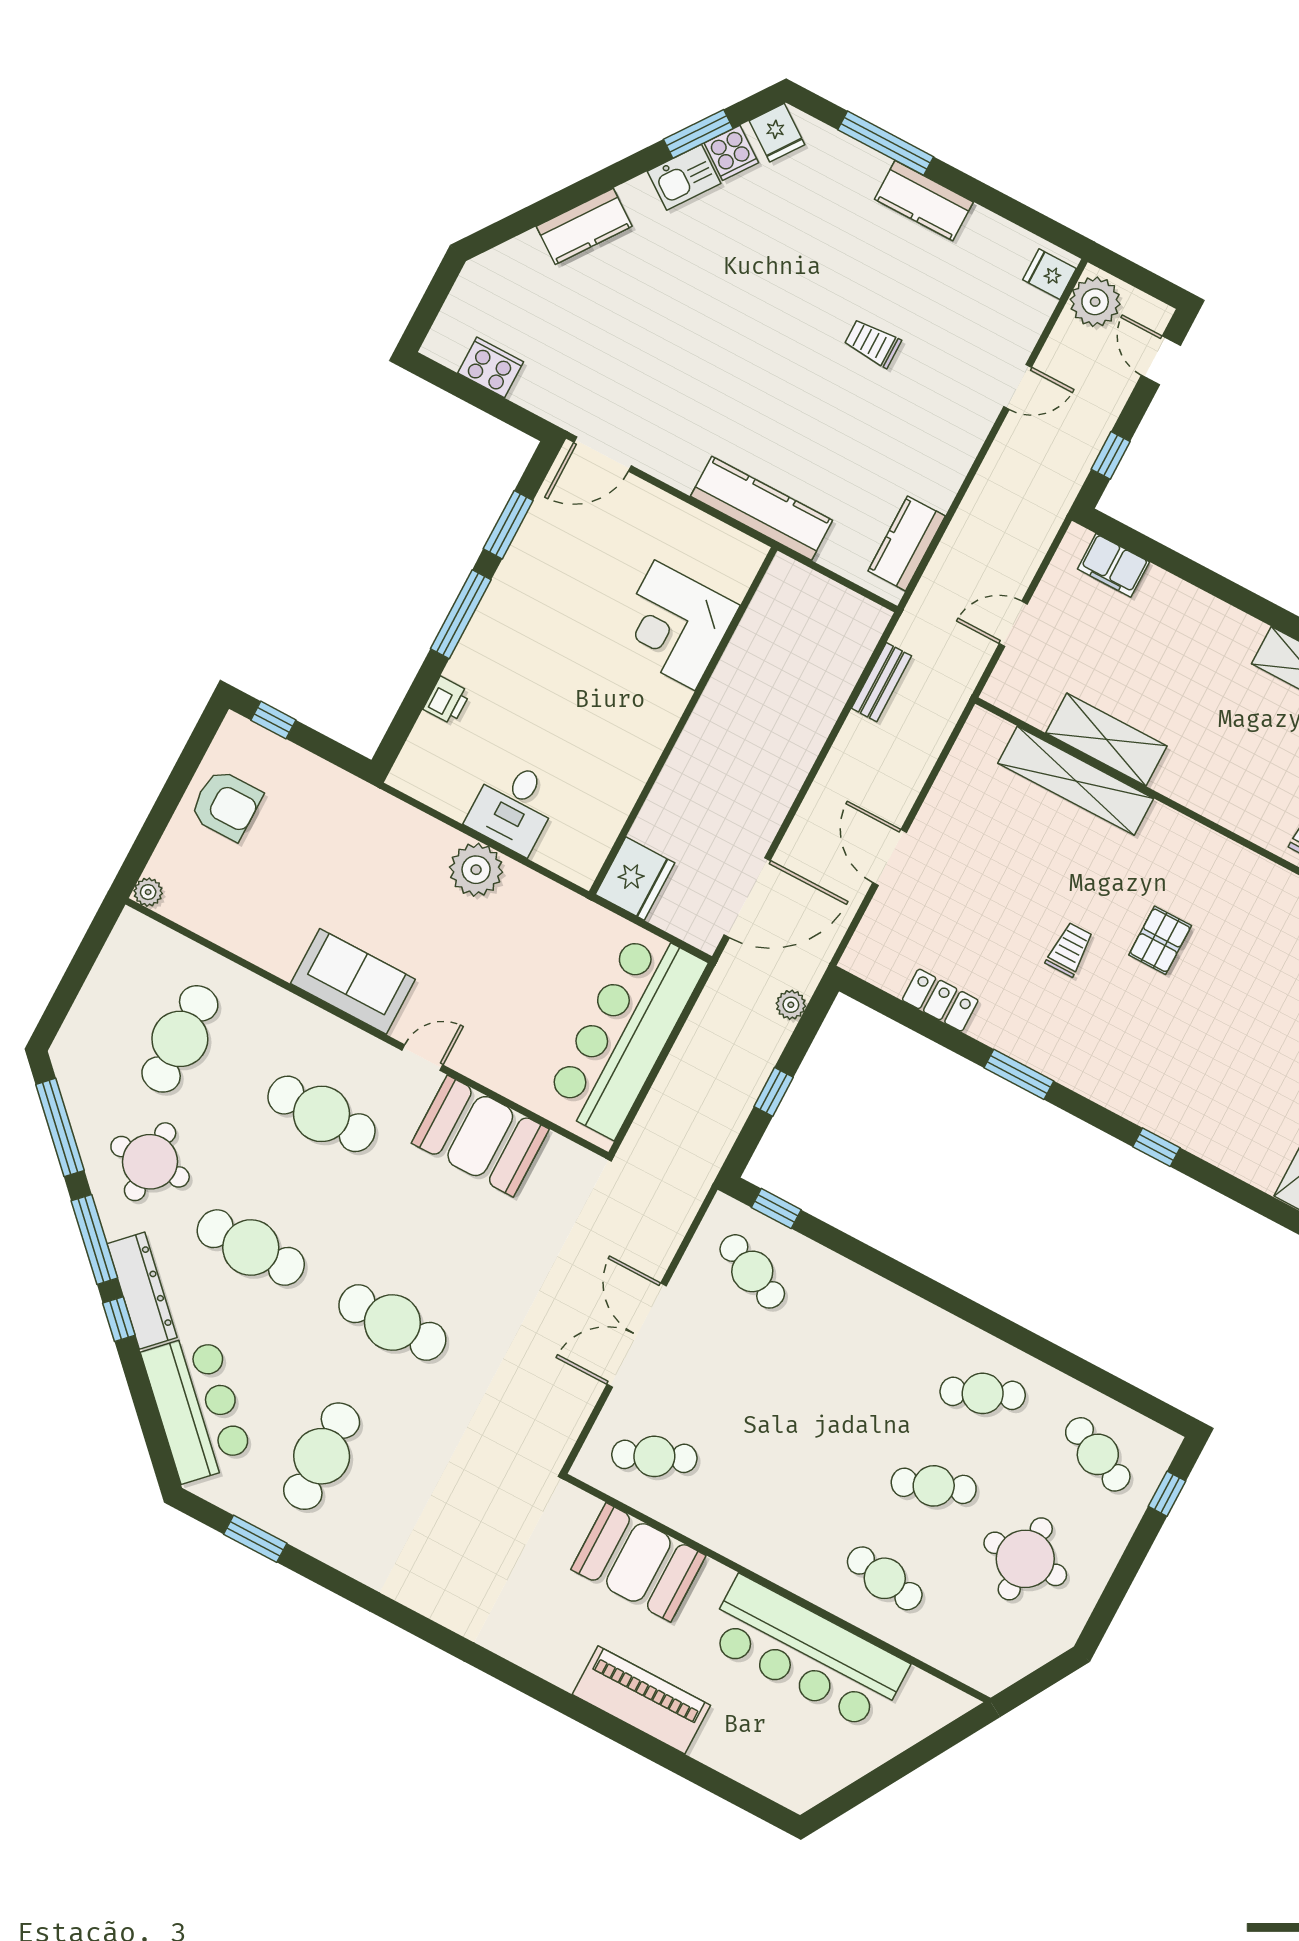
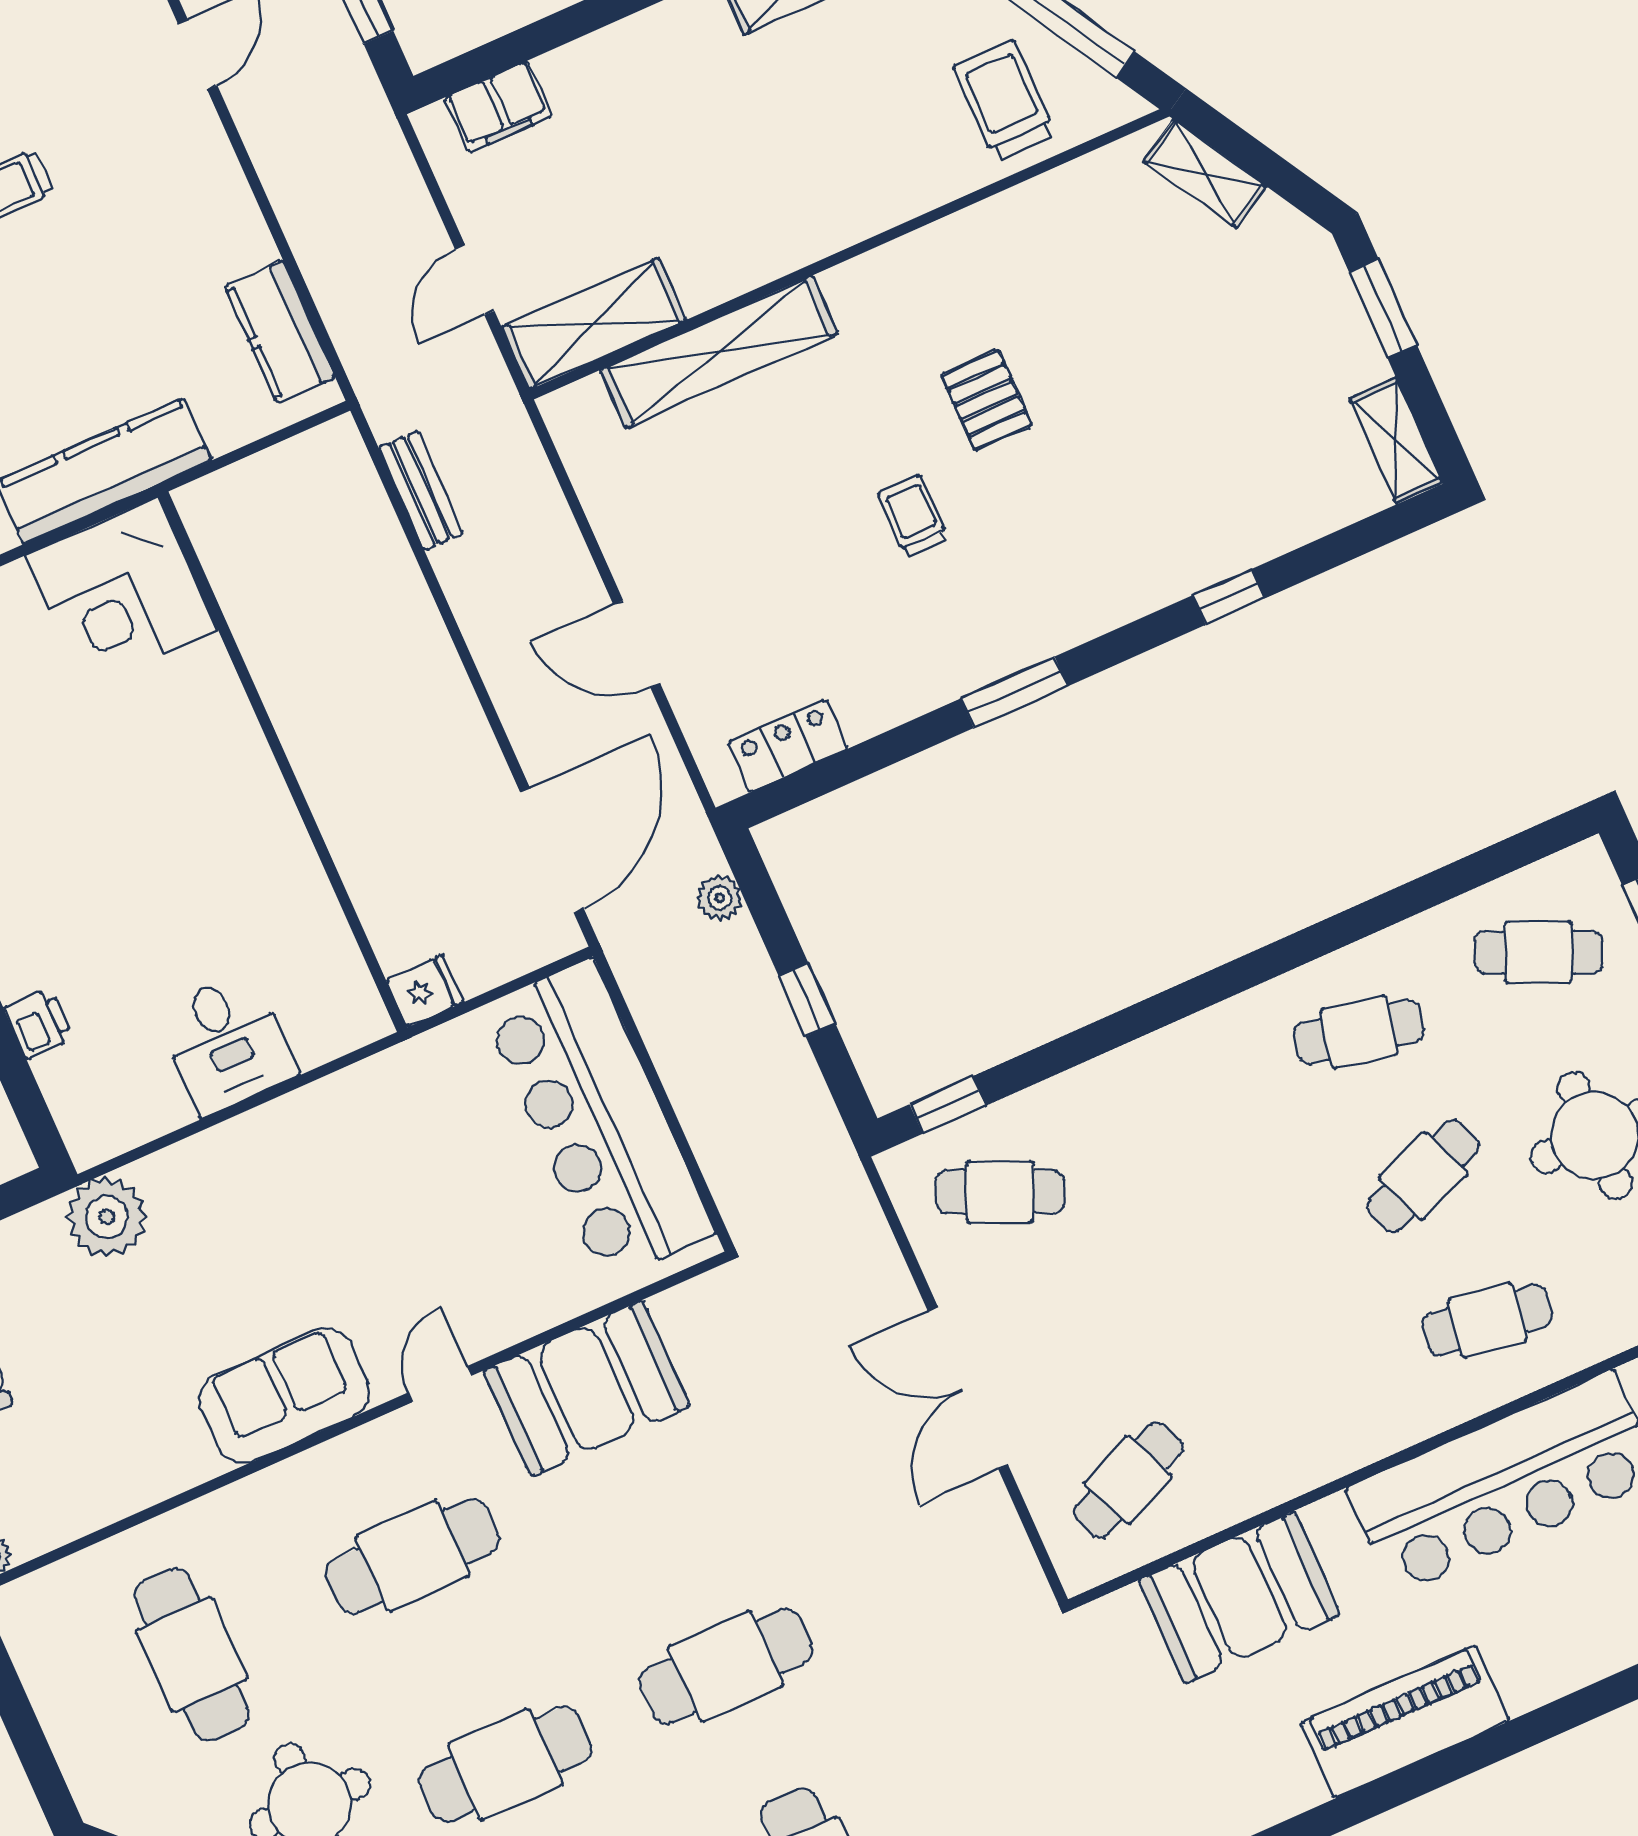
corner desk: (675, 625) -> (121, 593), moved
shelving: (1106, 739) -> (594, 324), moved
plant: (476, 870) -> (107, 1217), moved
fridge: (635, 879) -> (425, 991), width x0.53, depth x0.75
locker: (940, 1000) -> (788, 746), moved
cafe table: (983, 1393) -> (1359, 1032), turned 36

